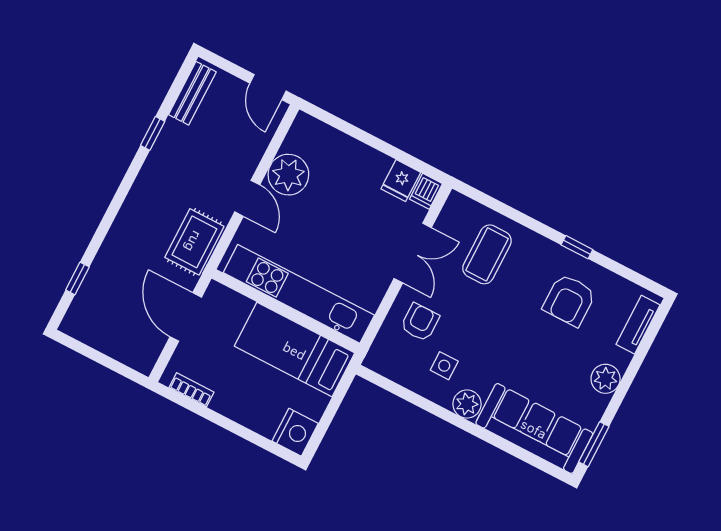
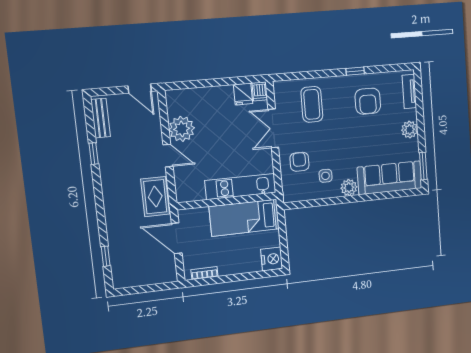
double door: (413, 253) -> (273, 128), swing flipped
kitchen unit: (299, 294) -> (241, 187), width x0.73

